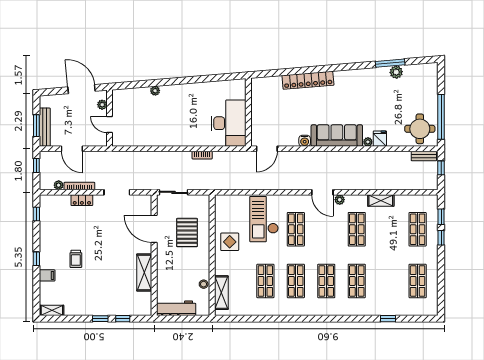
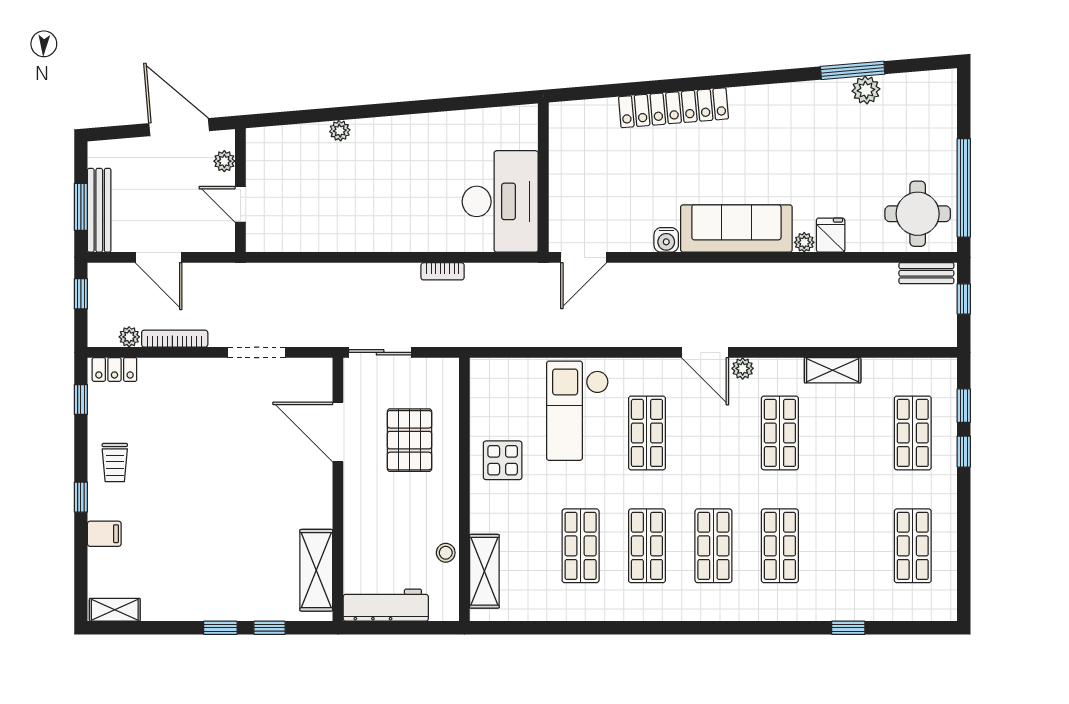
locker: (82, 200) -> (114, 369), moved
trolley: (76, 259) -> (115, 463), moved
shelving: (144, 273) -> (316, 570), moved

